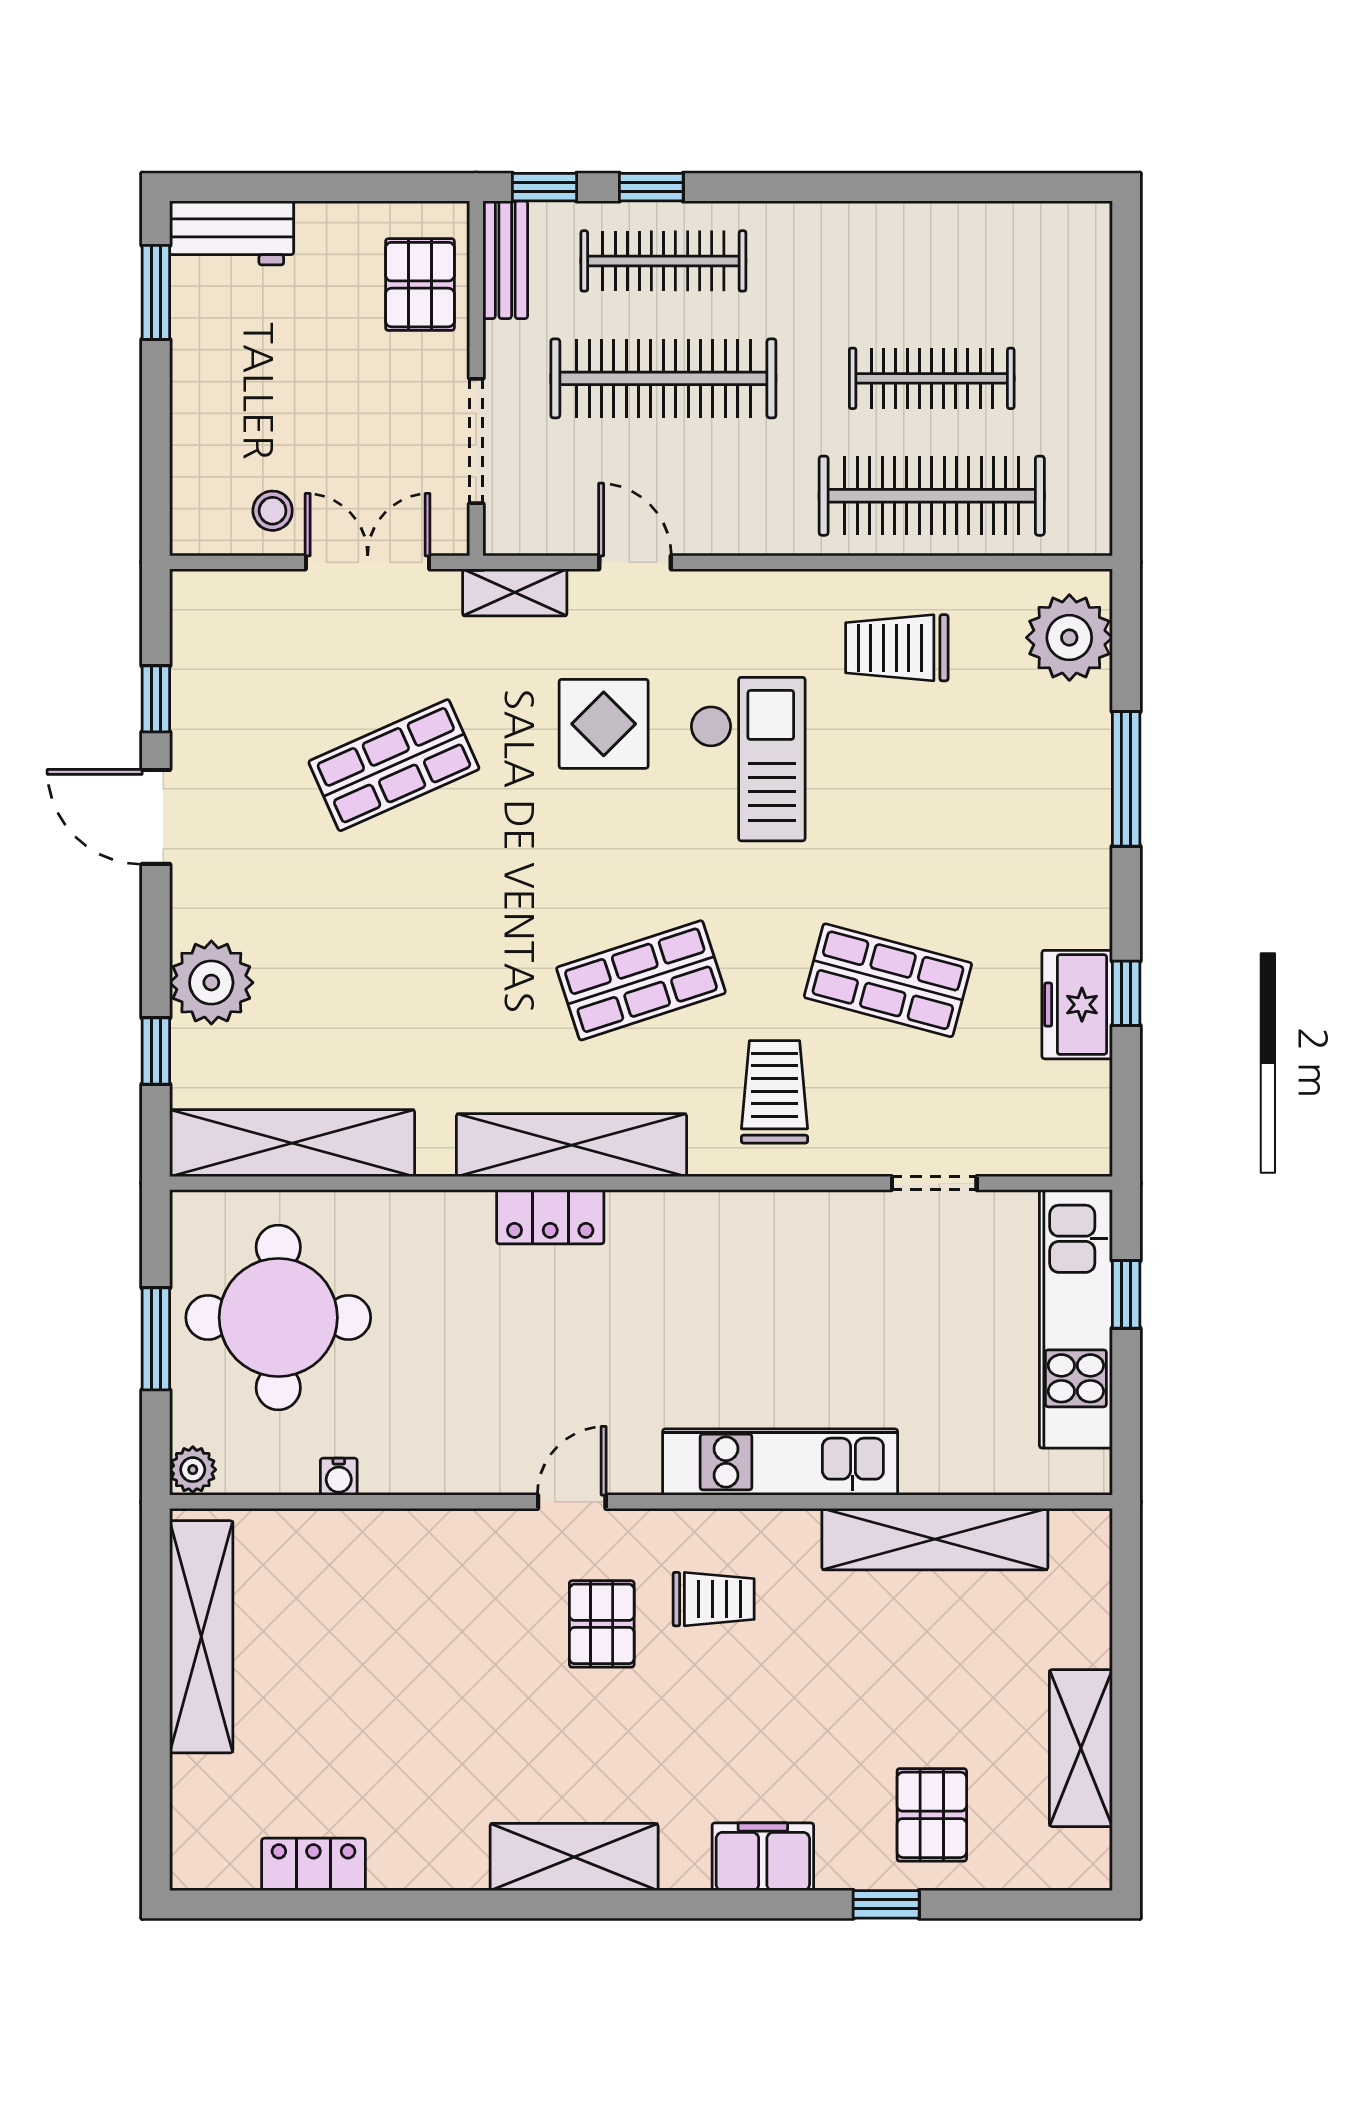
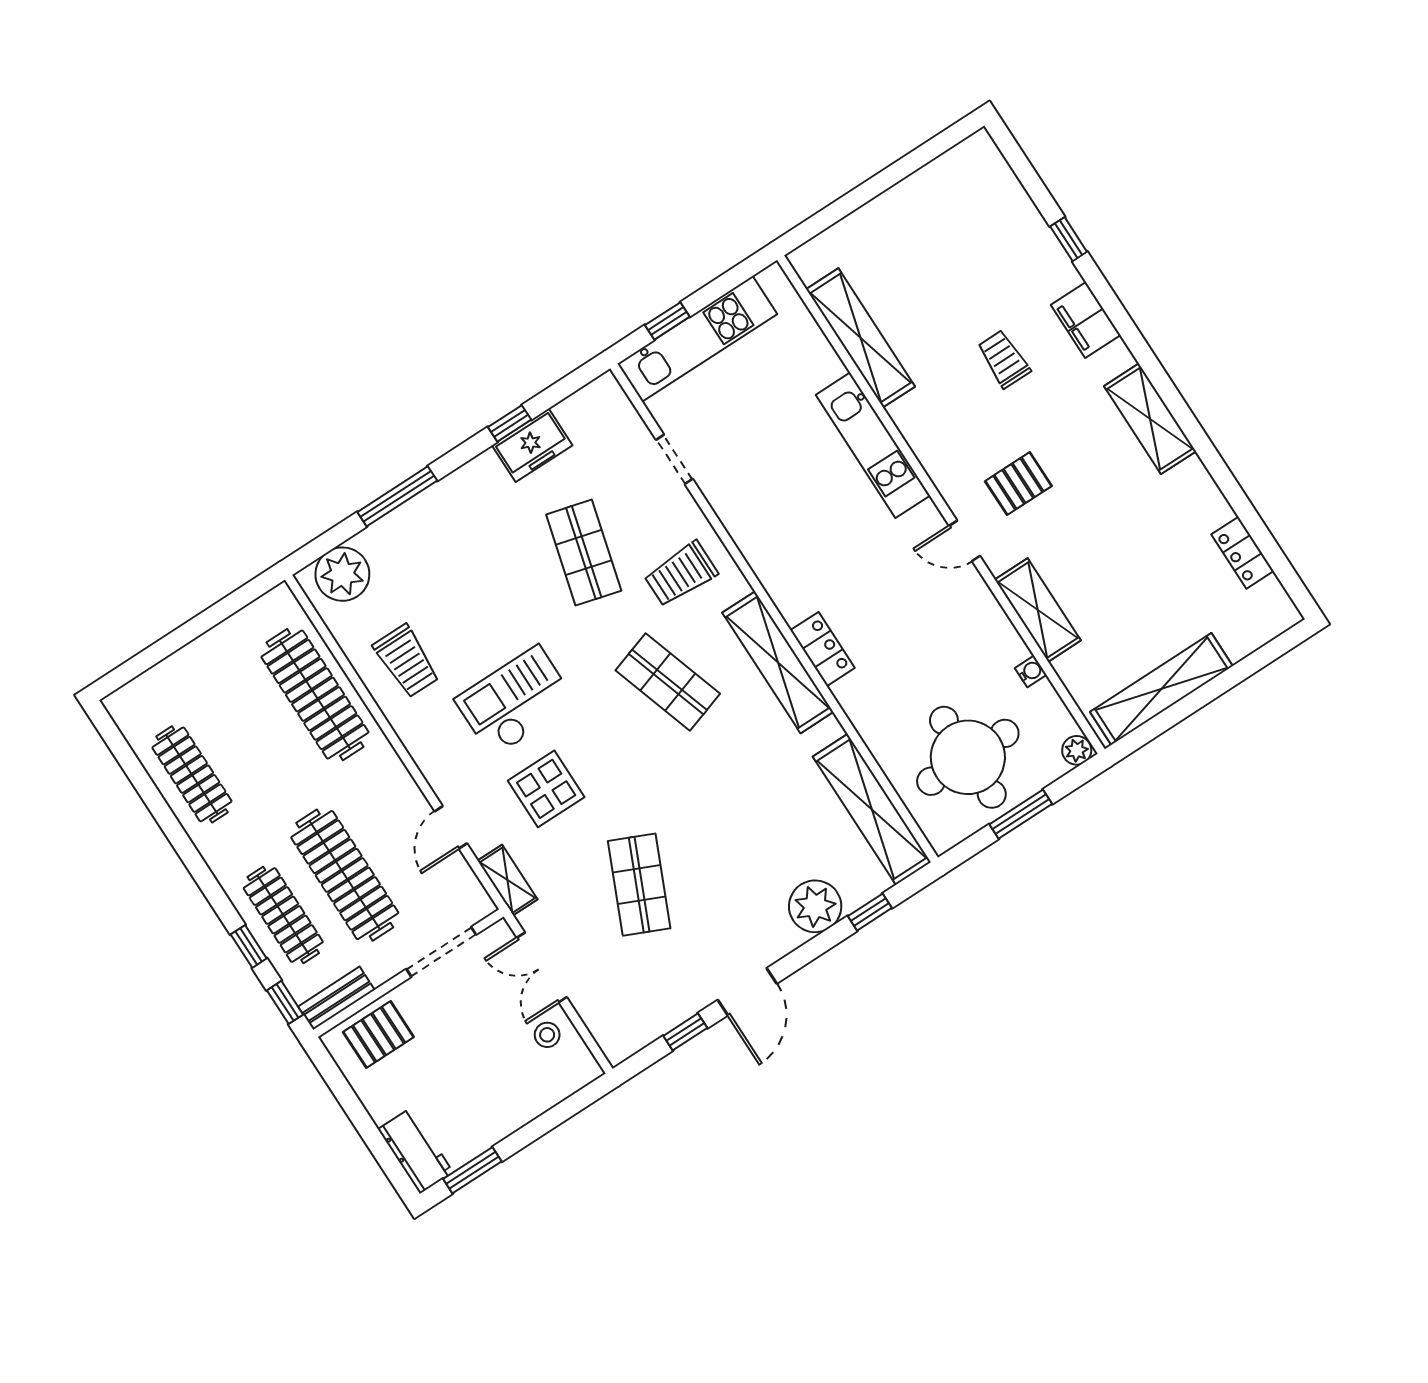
clothes rail: (932, 378) -> (192, 774), moved
shop shelf: (394, 765) -> (639, 885), turned 48
trolley: (714, 1599) -> (1004, 359), moved
shelving: (1081, 1748) -> (1038, 610), moved, turned 90
pallet: (932, 1815) -> (1006, 246), removed

